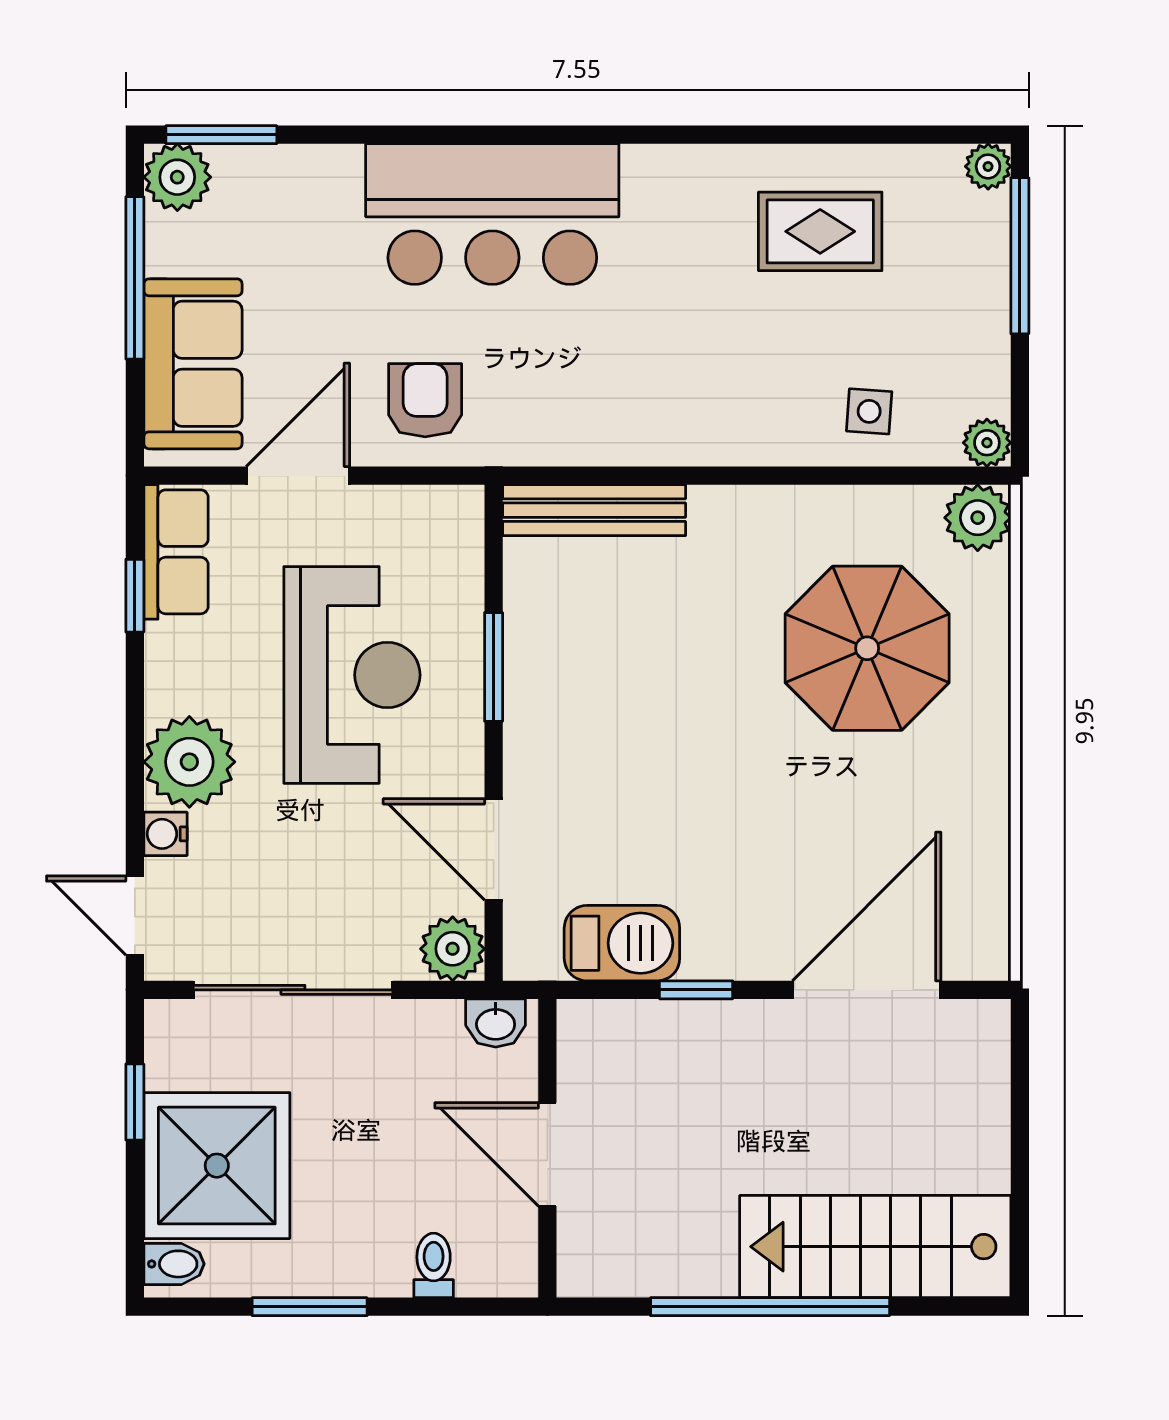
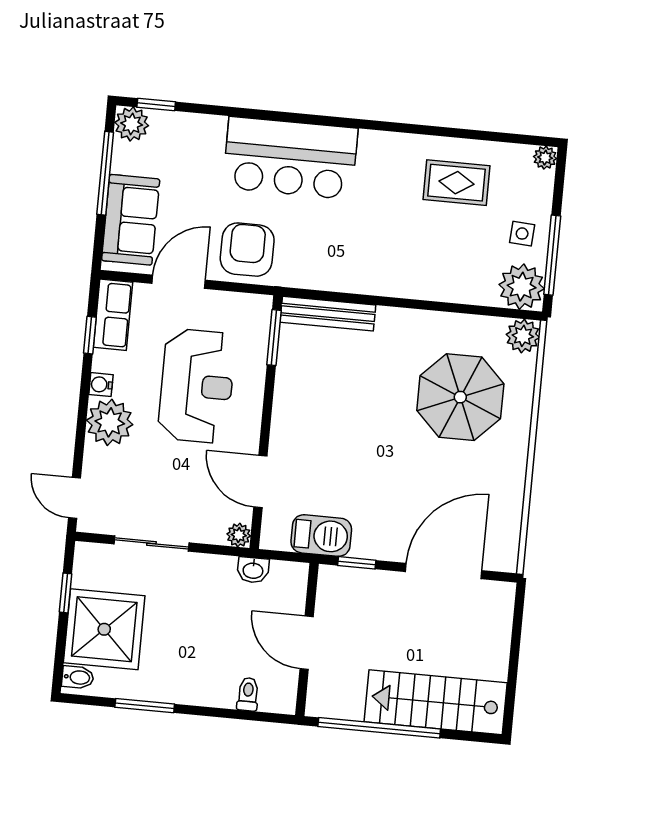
window: (221, 135) -> (156, 105), width x0.67
window: (1020, 256) -> (552, 255), moved
armchair: (425, 400) -> (247, 250), width x1.38, depth x1.38
side table: (869, 411) -> (522, 234), moved
plant: (987, 443) -> (522, 287), width x1.88, depth x1.88
window: (494, 667) -> (274, 338), moved
water cooler: (165, 834) -> (101, 385), moved
plant: (453, 949) -> (239, 535), width x0.73, depth x0.73
sliding door: (293, 990) -> (151, 543), width x0.73
wall: (547, 1148) -> (307, 640), moved
door: (547, 1154) -> (307, 643), moved
toilet: (434, 1265) -> (248, 694), moved

